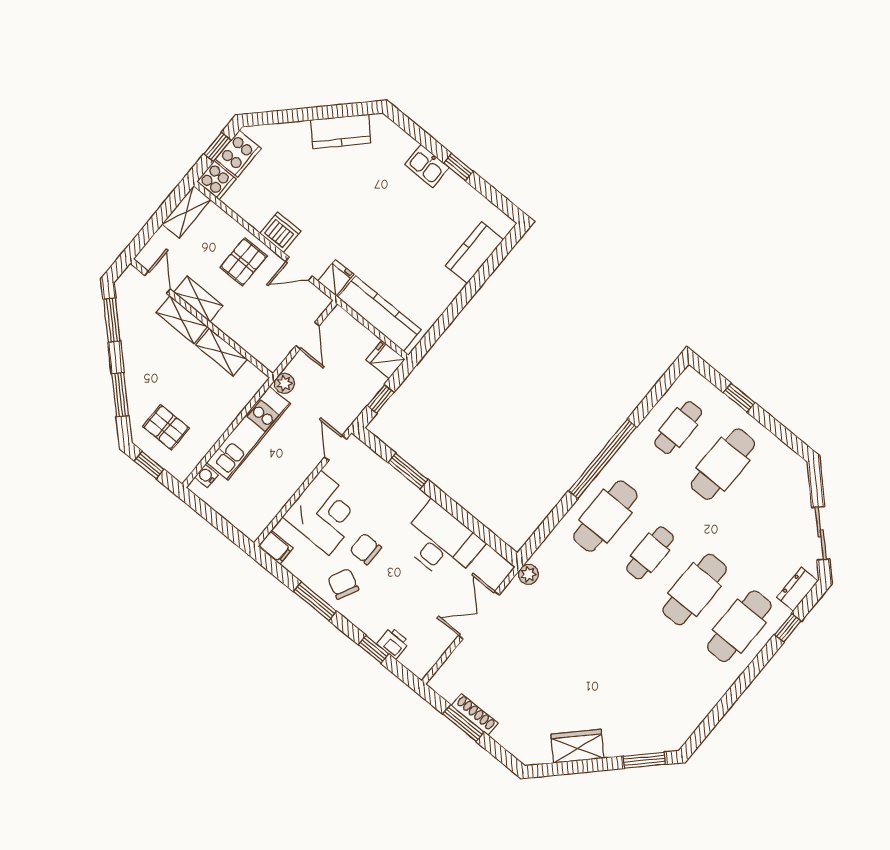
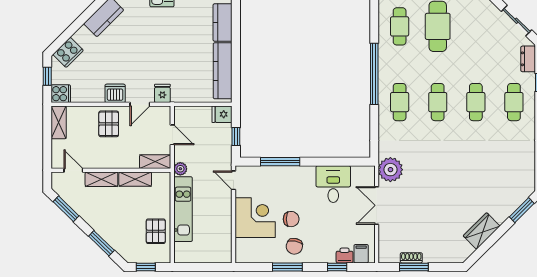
cooker: (238, 154) -> (68, 52), moved, turned 45
shelving: (198, 299) -> (155, 162), moved
kitchen counter: (379, 313) -> (223, 71), moved, turned -90
pallet: (166, 427) -> (156, 231), moved, turned 90
window: (408, 471) -> (280, 162), width x1.44
water cooler: (206, 476) -> (179, 249), removed
cafe table: (605, 516) -> (400, 102), width x0.73, depth x0.74
desk: (441, 542) -> (333, 184), width x0.73
filing cabinet: (276, 547) -> (361, 254), moved, turned -90
chair: (366, 549) -> (291, 219), turned 180
plant: (528, 574) -> (390, 170), width x1.87, depth x1.87
chair: (343, 584) -> (294, 246), turned -106
cafe table: (695, 590) -> (476, 102), width x0.73, depth x0.74
cafe table: (739, 626) -> (514, 102), width x0.73, depth x0.74
shoe rack: (475, 714) -> (411, 258), width x0.70

